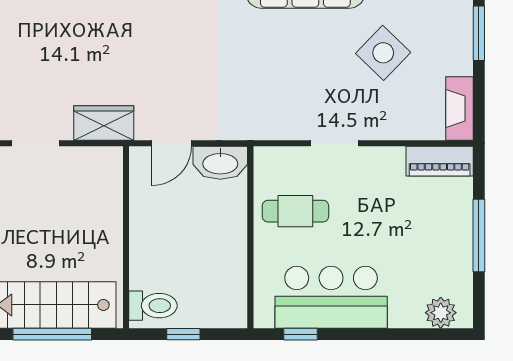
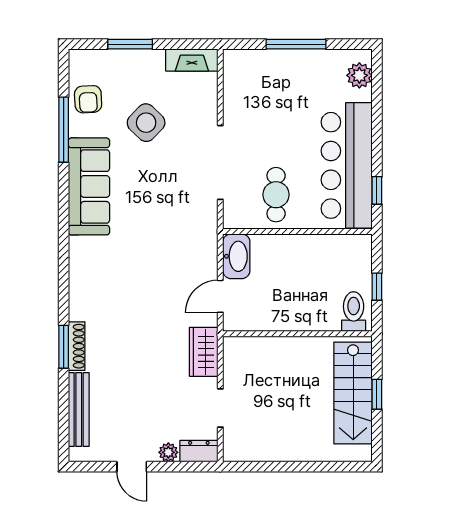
door: (172, 143) -> (220, 296), swing flipped
doorway: (335, 143) -> (220, 162), width x1.88
piano: (440, 161) -> (235, 76), removed
bar counter: (331, 297) -> (347, 165), width x1.36
window: (52, 334) -> (377, 394), width x0.46

